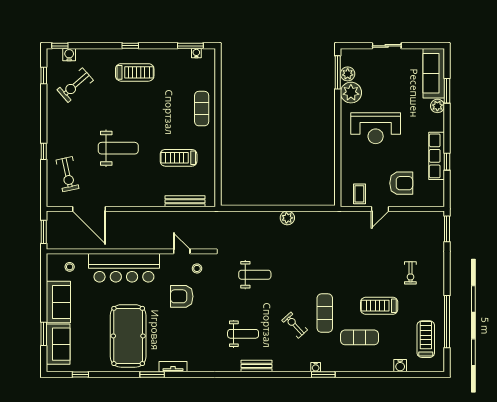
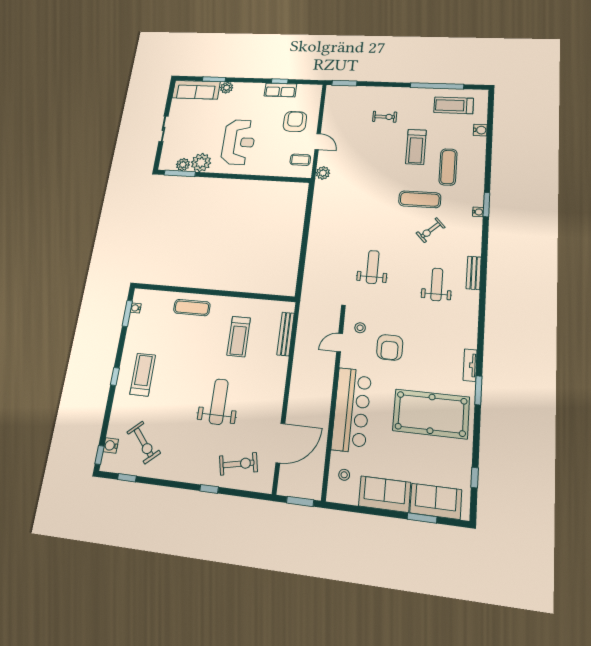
row of seats: (437, 156) -> (280, 90), width x0.68
plant: (287, 218) -> (323, 173), moved

